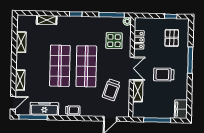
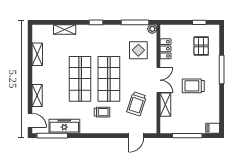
door: (13, 103) -> (30, 120), hinge flipped
filing cabinet: (181, 109) -> (213, 128), width x0.50
trolley: (73, 110) -> (102, 112), moved

